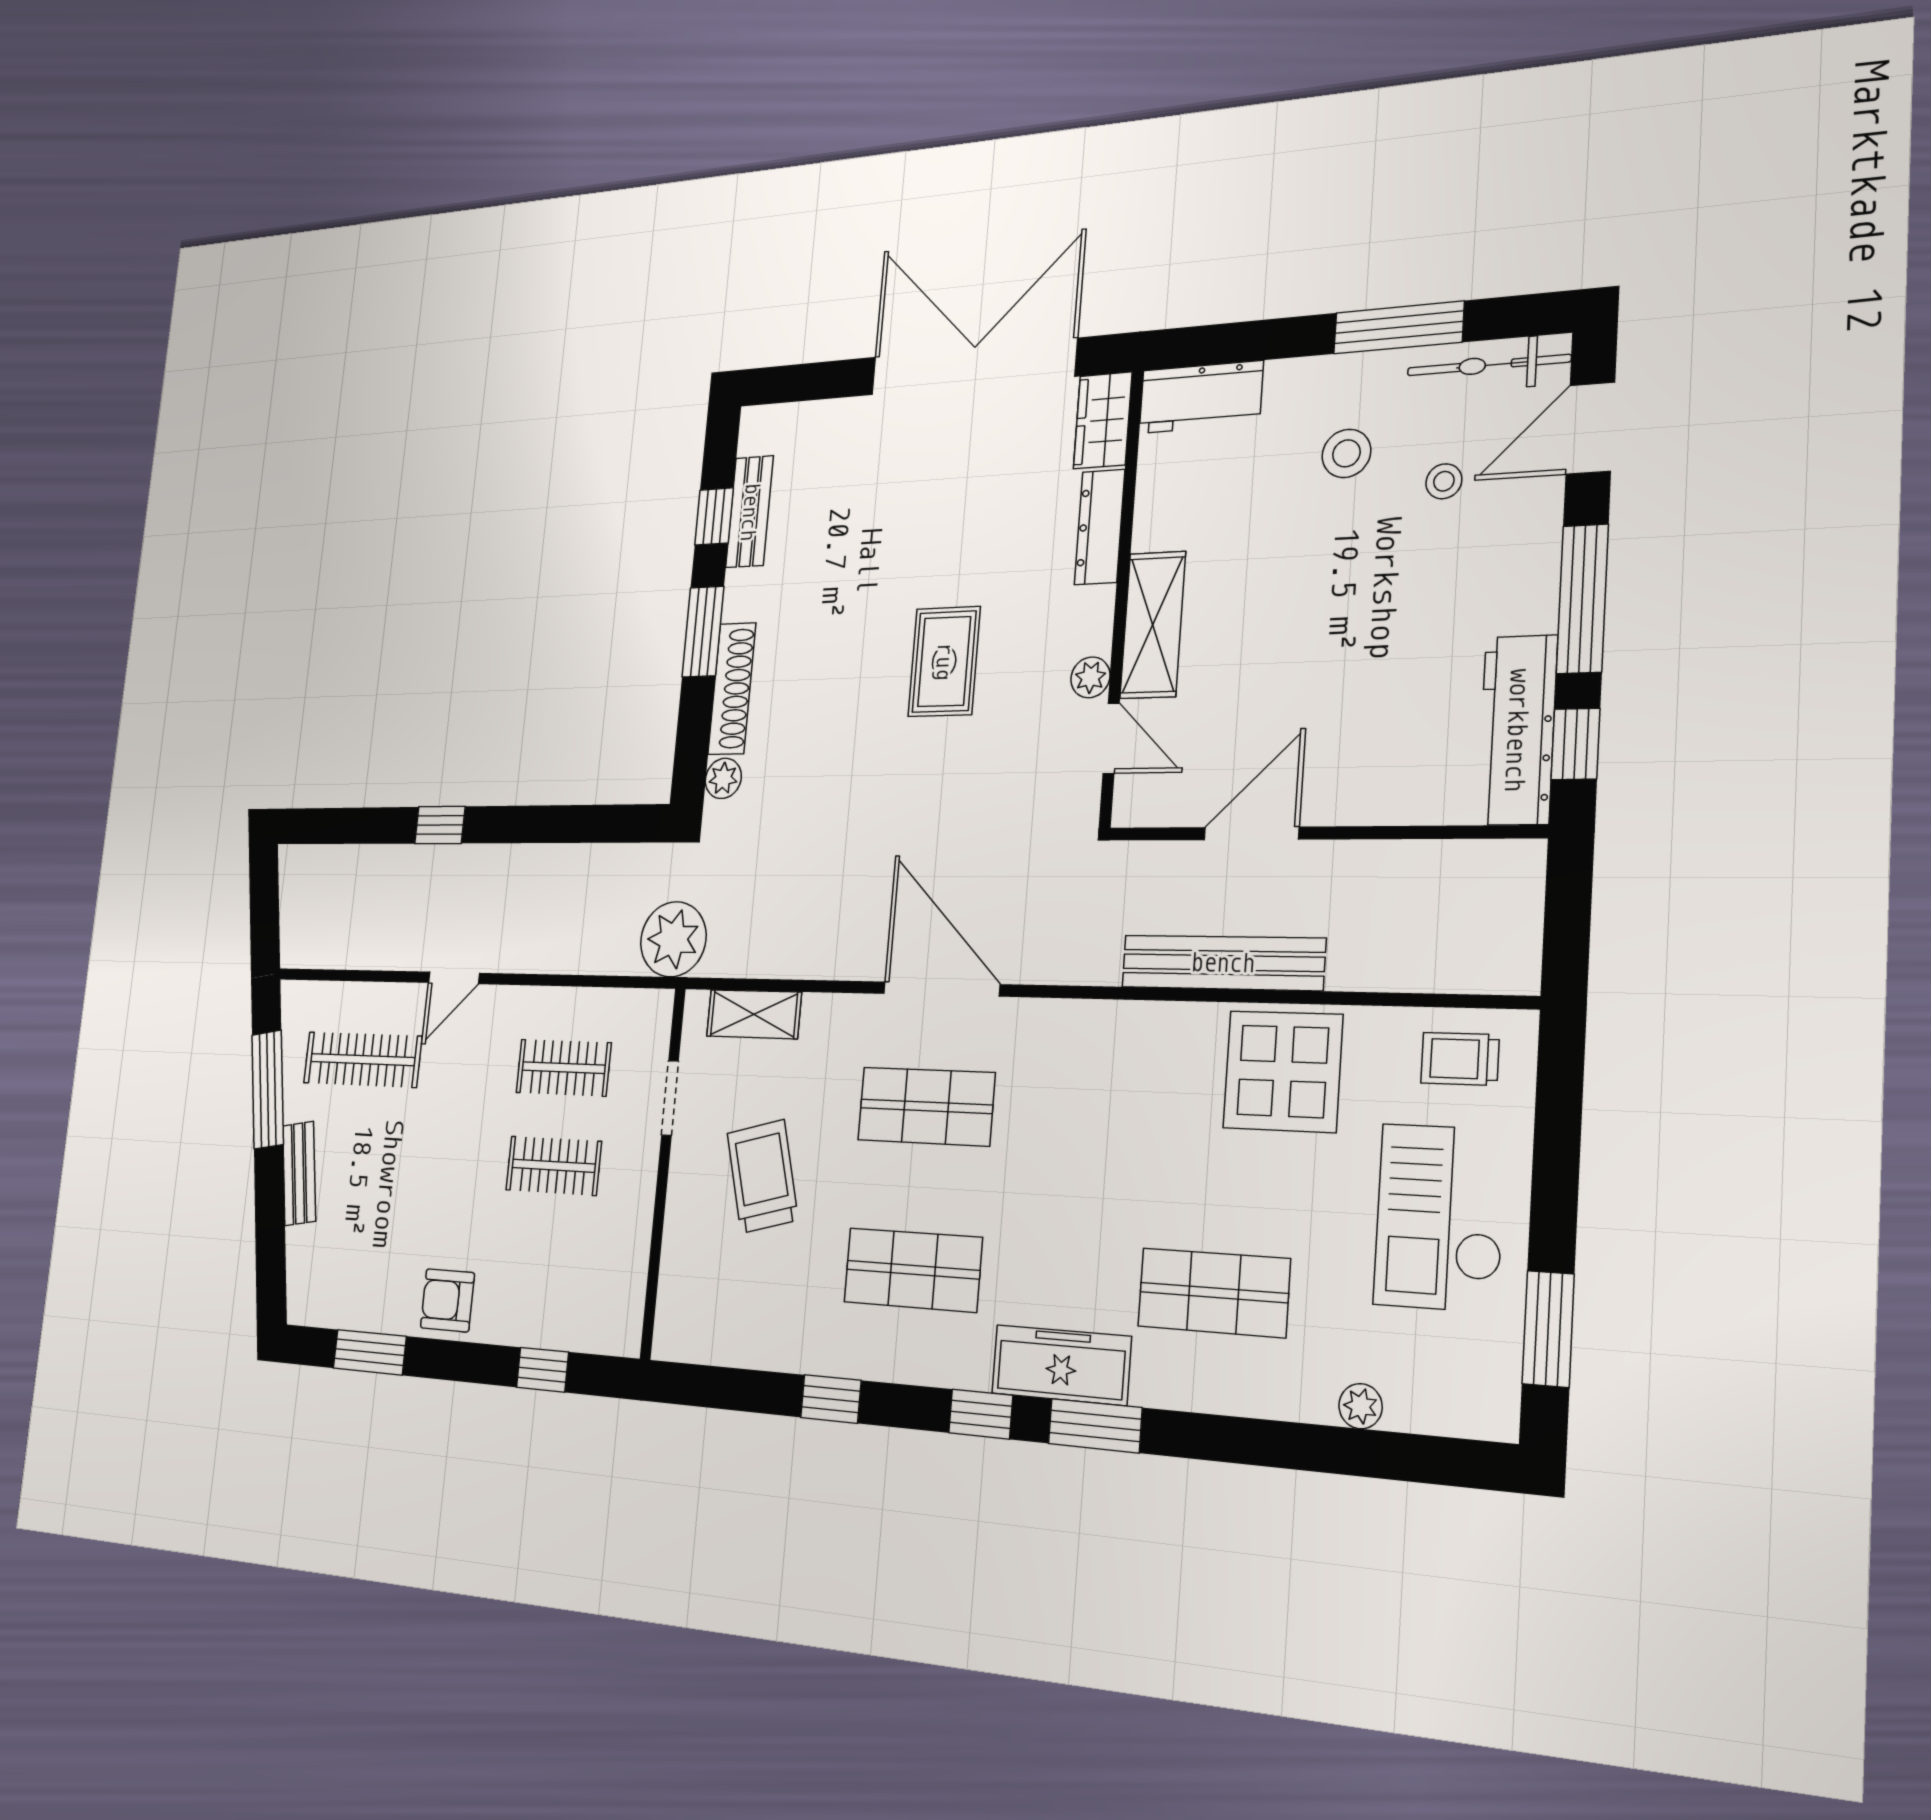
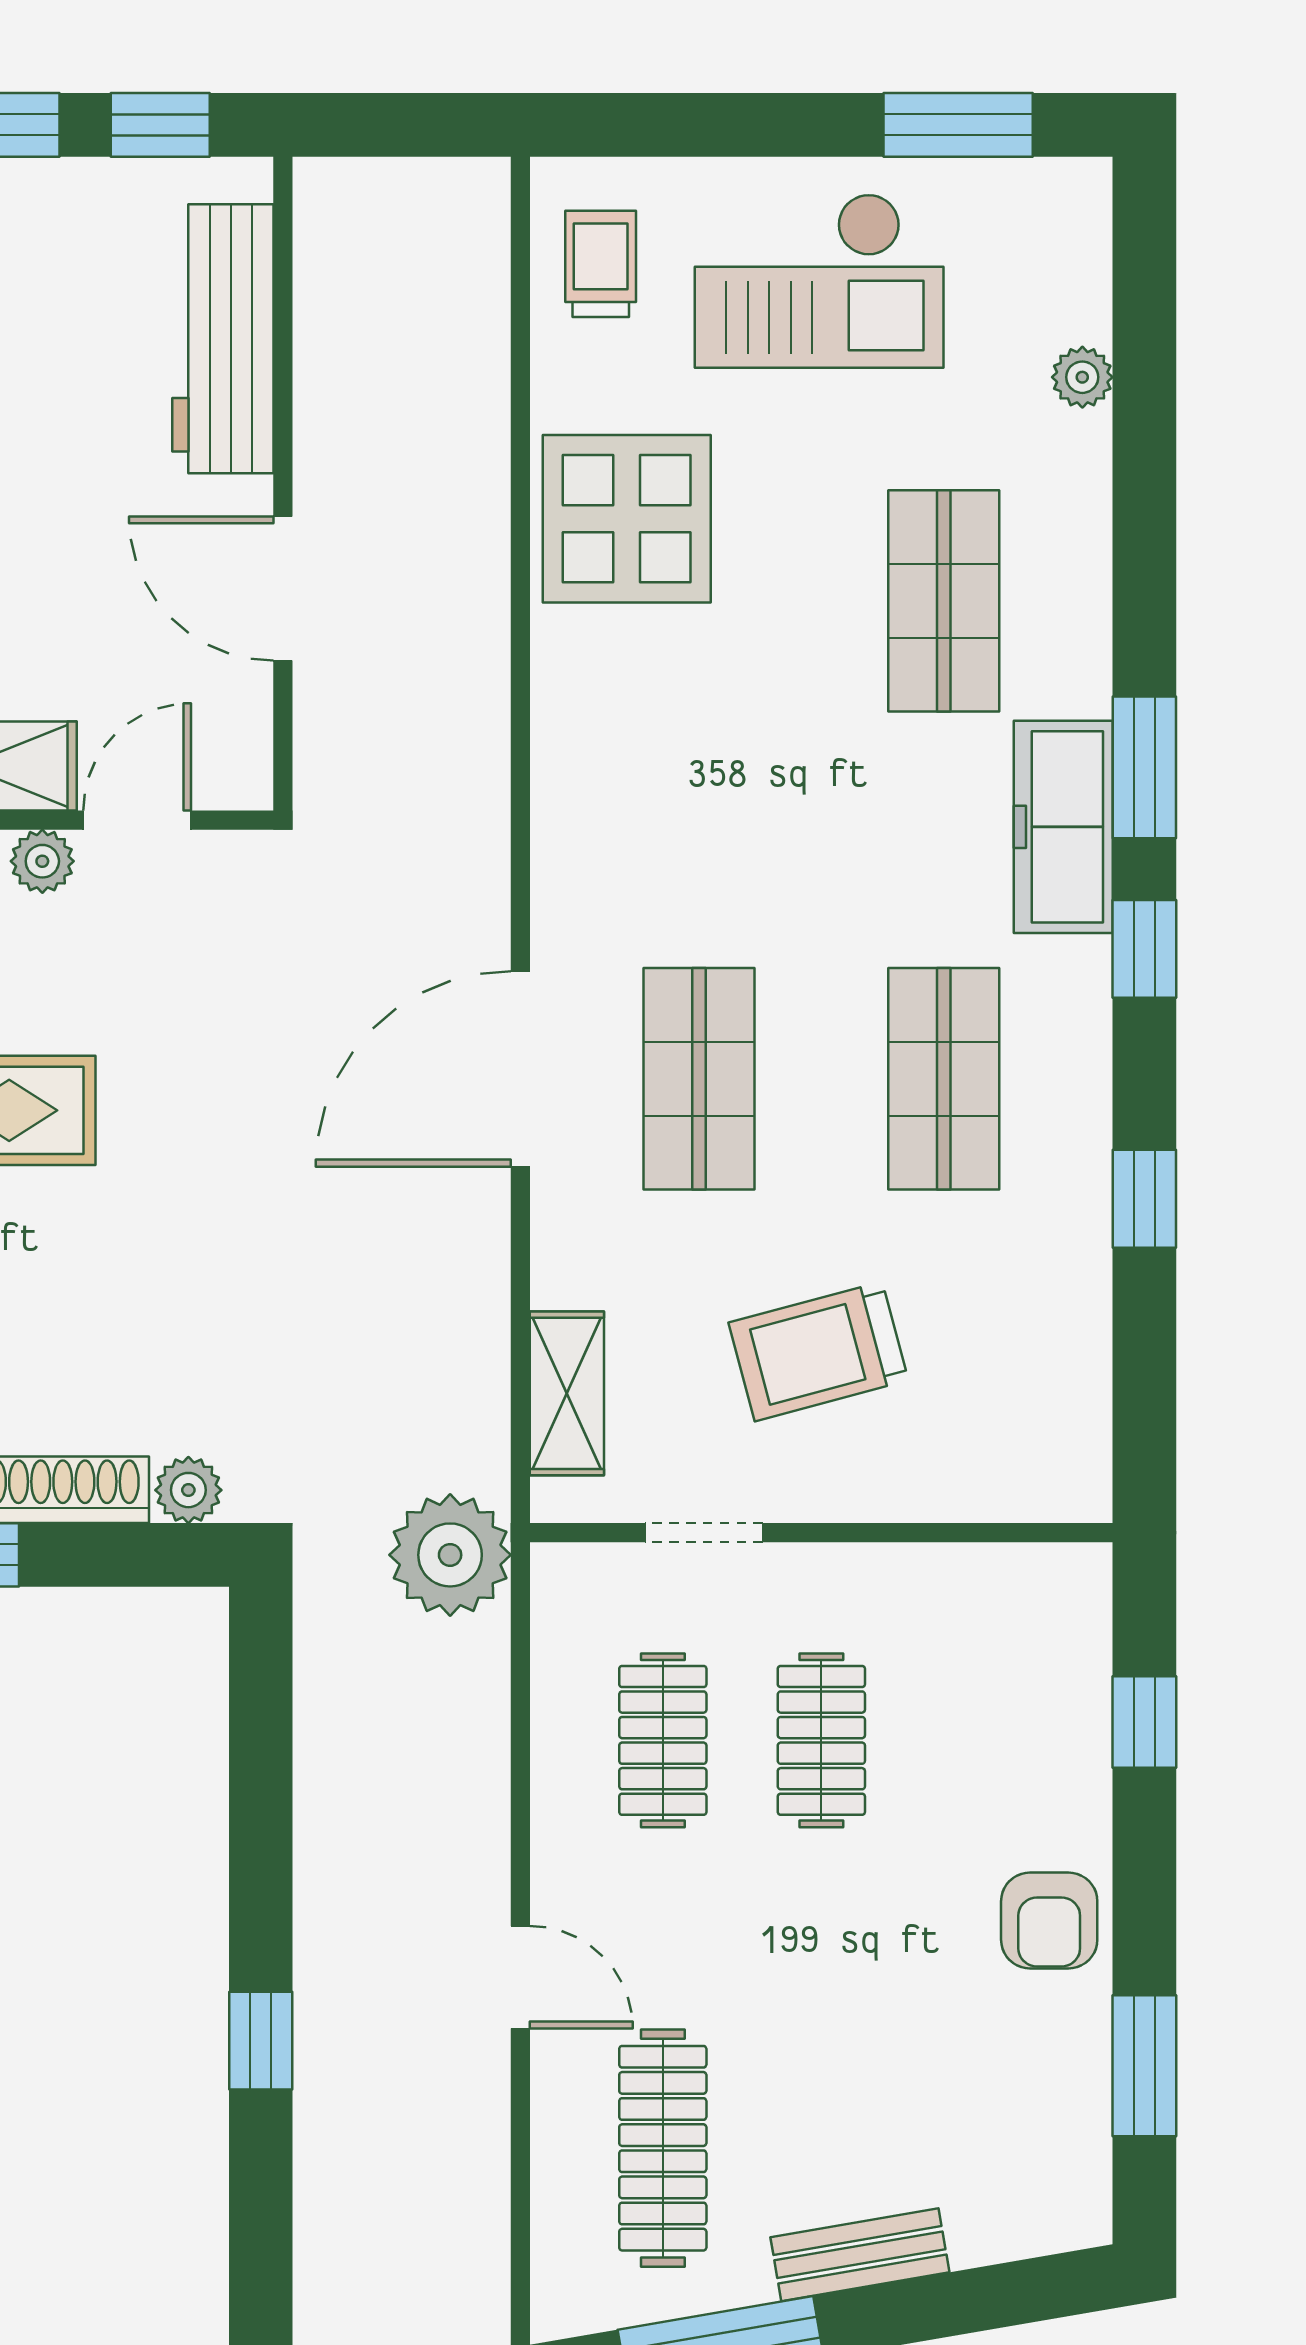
workbench: (1517, 730) -> (223, 339), moved, turned 90
bench: (1223, 963) -> (473, 620), removed
trolley: (1460, 1059) -> (601, 264), turned 180

